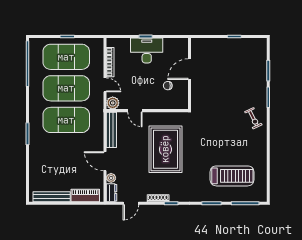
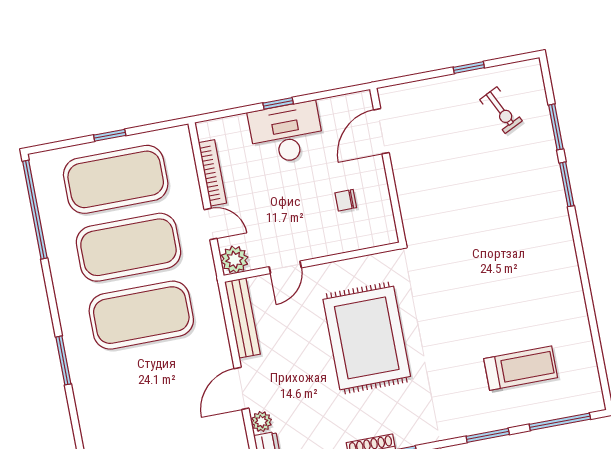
door: (190, 69) -> (381, 131), moved
door: (135, 111) -> (285, 267), hinge flipped
exercise bike: (253, 118) -> (501, 110), moved
door: (105, 161) -> (242, 388), hinge flipped
treadmill: (232, 176) -> (521, 368), width x0.73, depth x0.73

